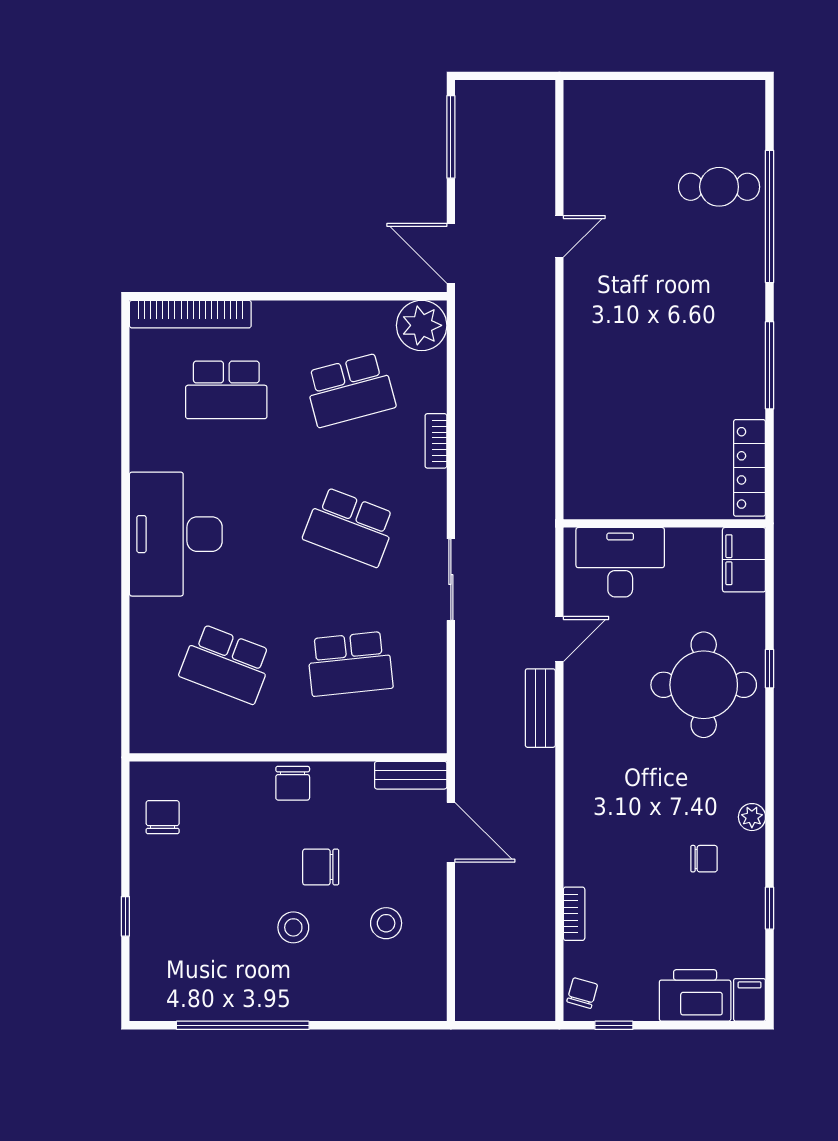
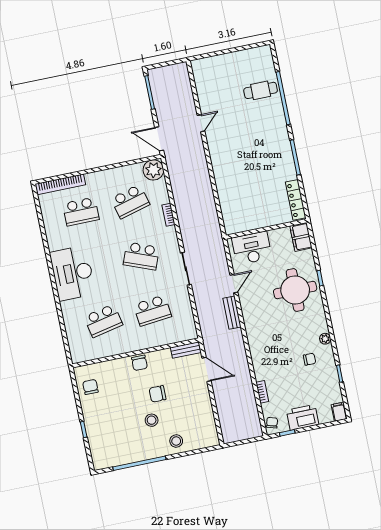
school desk: (226, 664) -> (103, 321), turned -33
stool: (386, 923) -> (176, 441), moved
printer: (695, 995) -> (303, 417), moved

